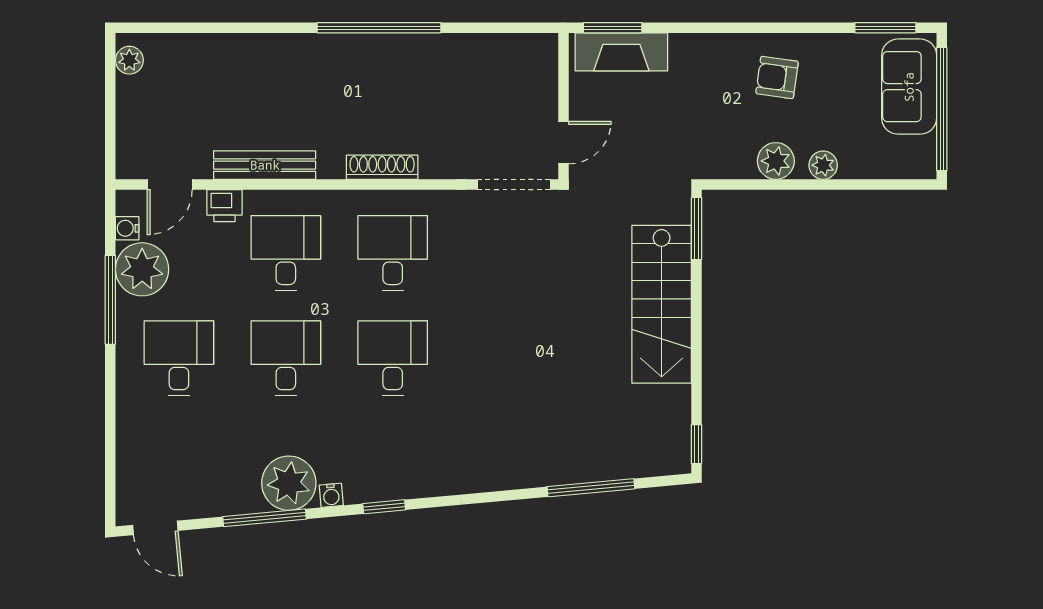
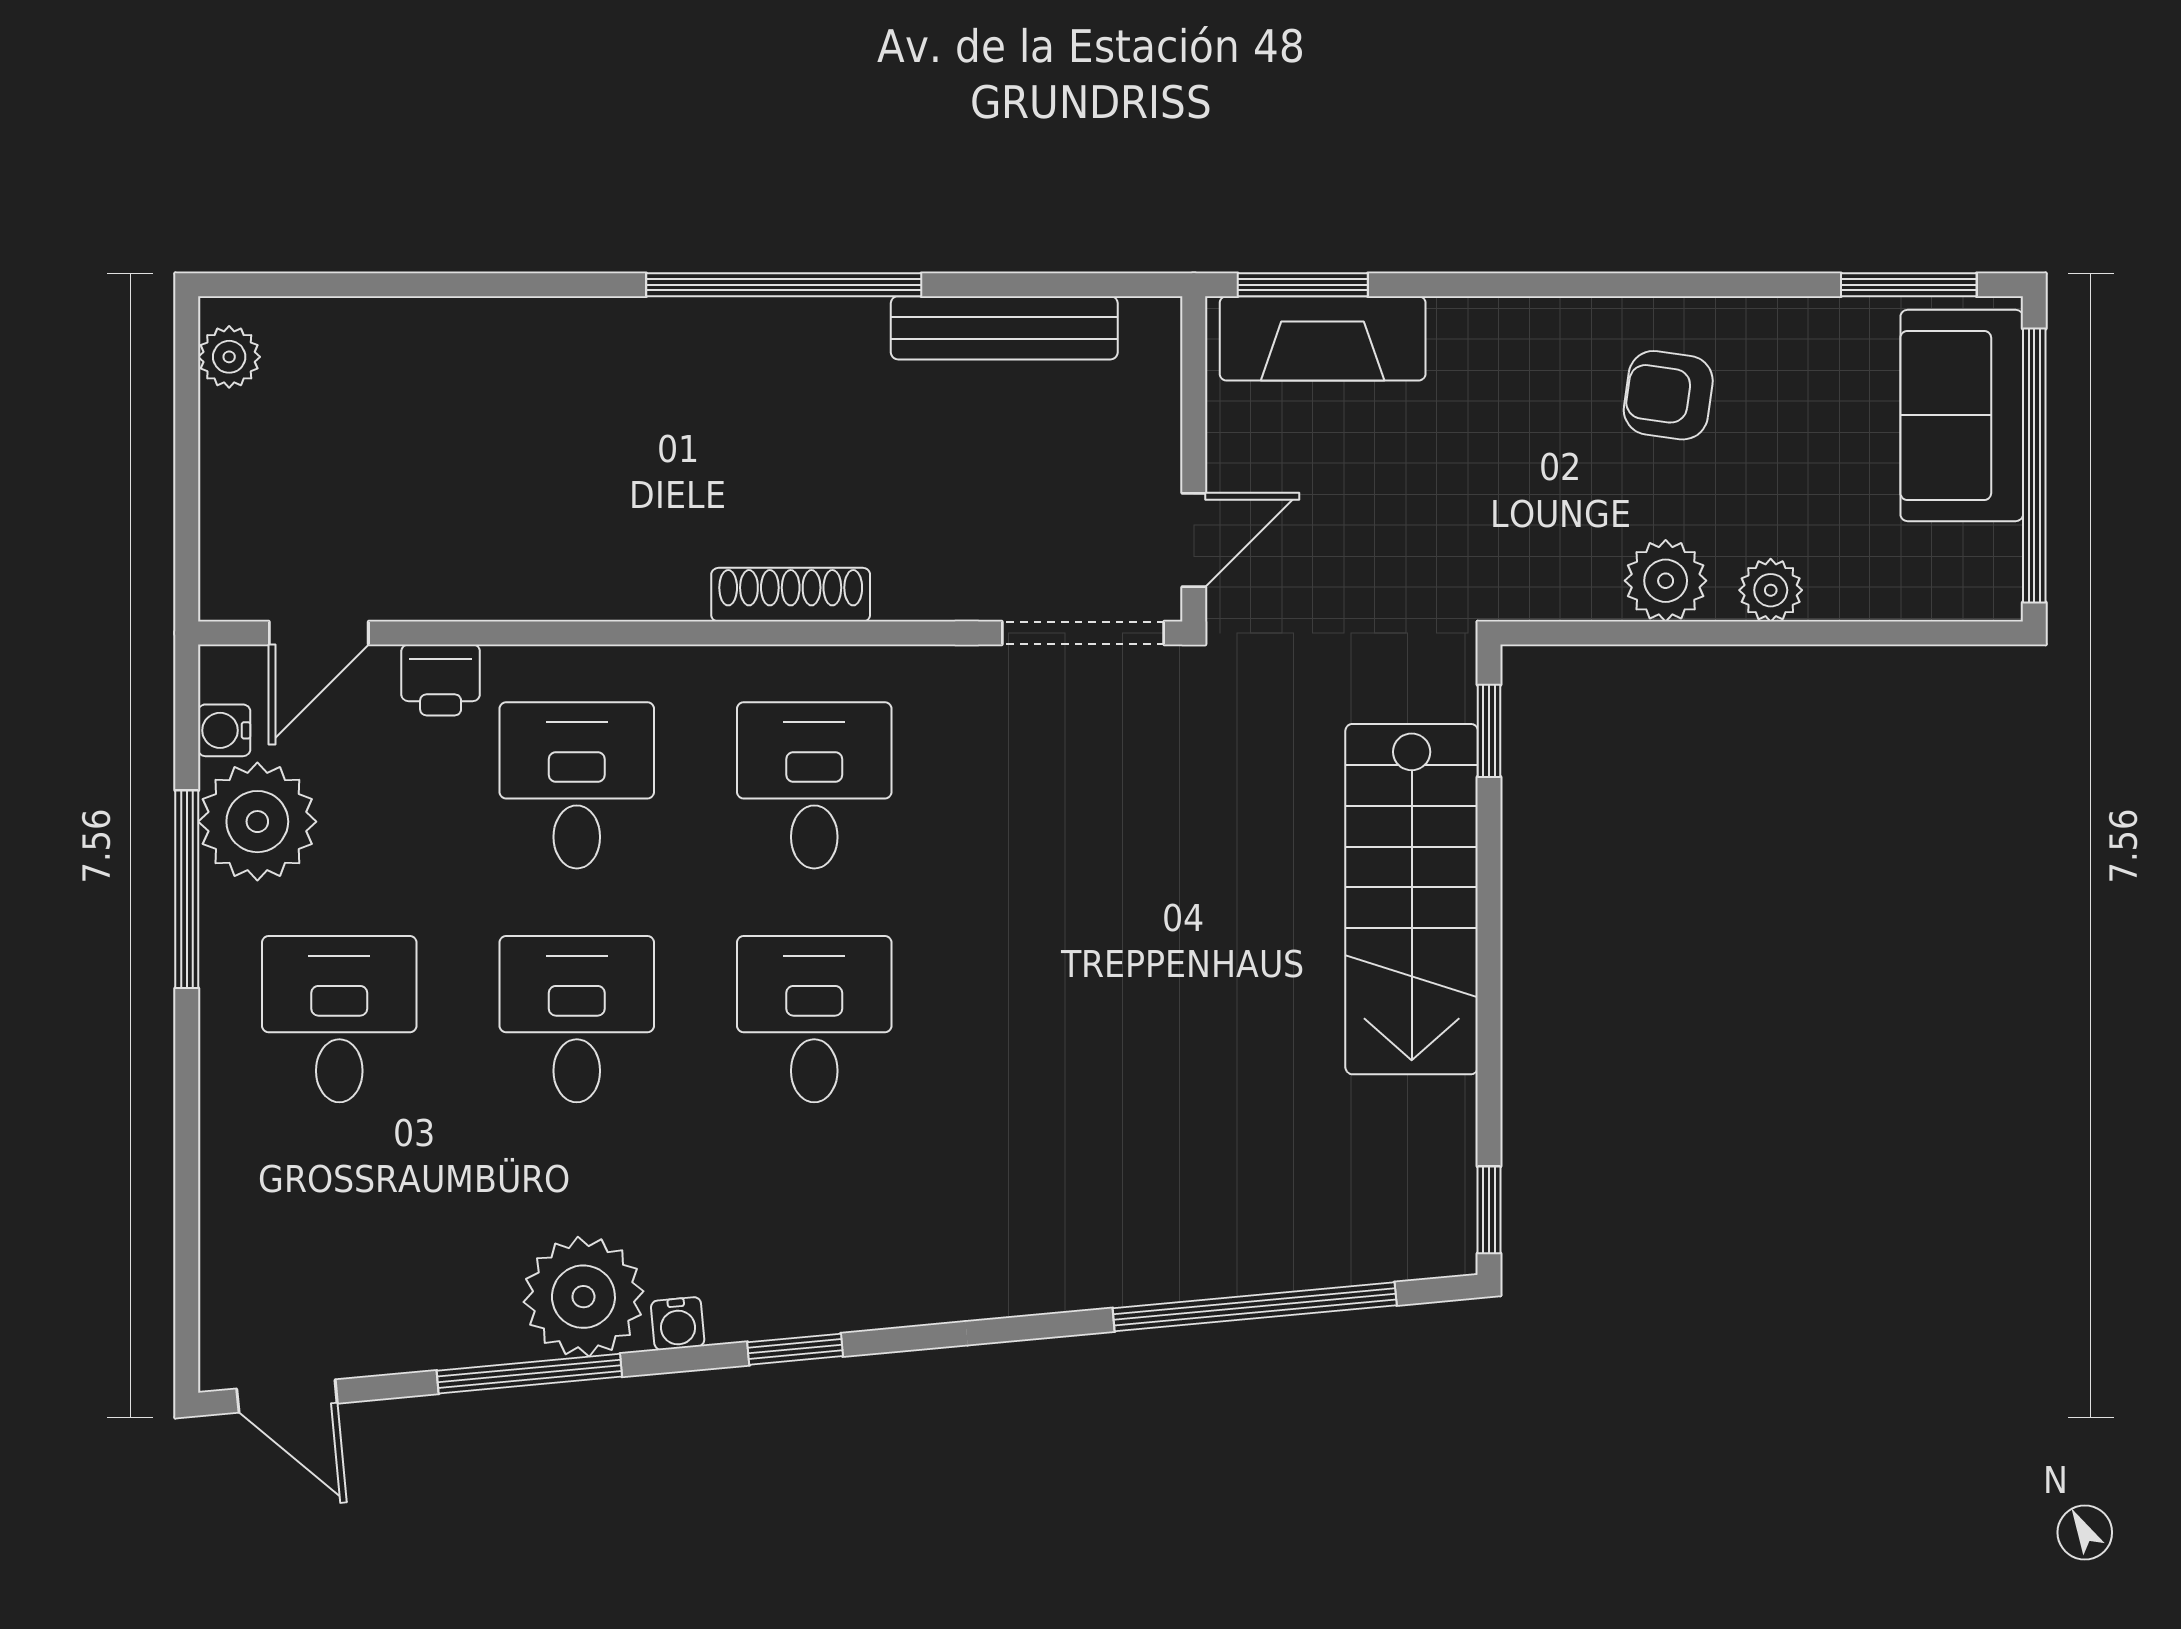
bench: (265, 165) -> (1004, 328), moved
window: (696, 228) -> (1489, 731), width x0.67
window: (591, 488) -> (1255, 1307), width x1.46

